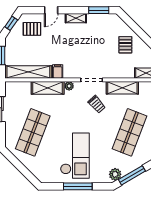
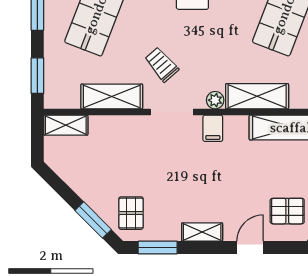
window: (132, 24) -> (93, 220), added
pallet: (125, 45) -> (131, 213), moved
filing cabinet: (58, 71) -> (213, 128), moved

